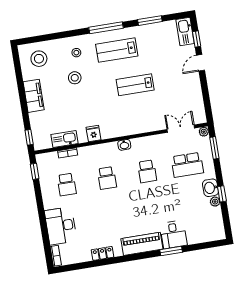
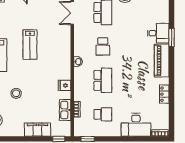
filing cabinet: (34, 96) -> (38, 130), moved
school desk: (147, 171) -> (103, 46), turned 90
school desk: (107, 178) -> (103, 80), width x1.85

